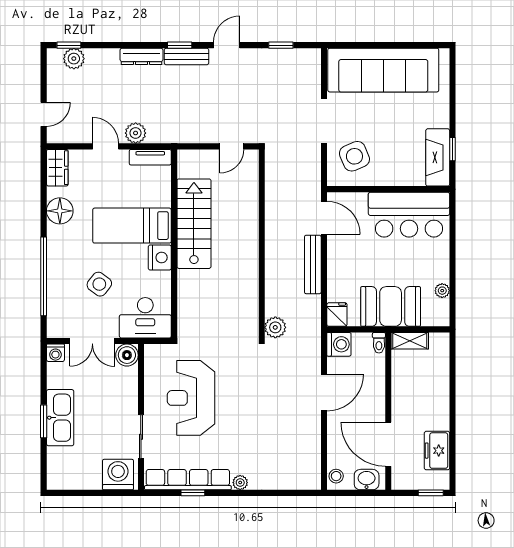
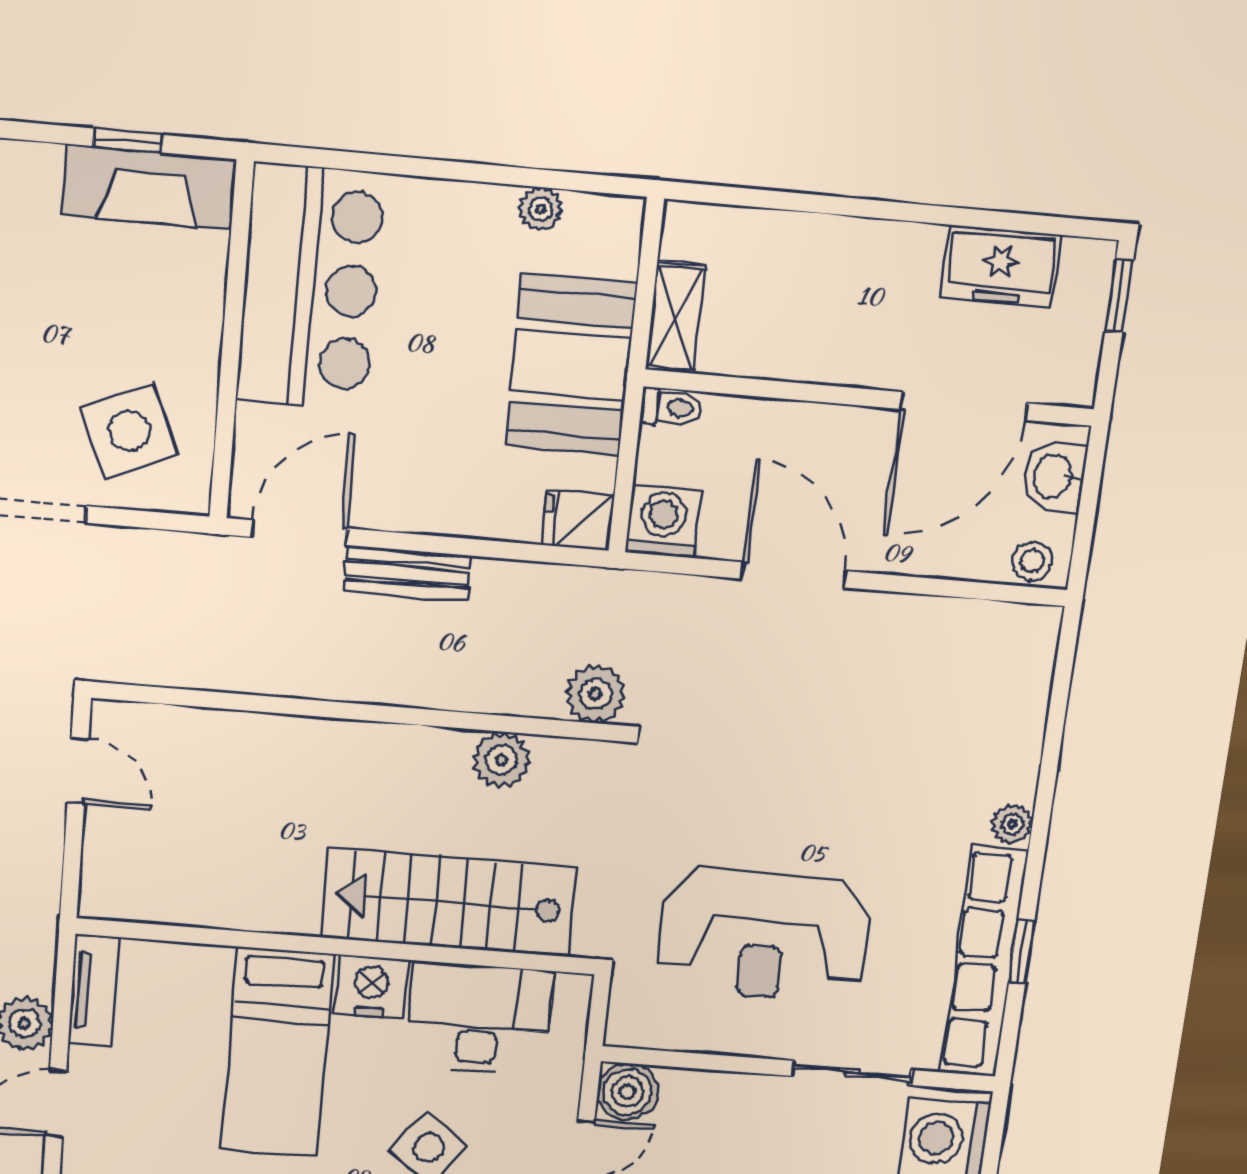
stairs: (194, 224) -> (449, 903), moved
bench: (313, 264) -> (407, 573), width x0.73
plant: (248, 296) -> (501, 760), added
desk: (145, 318) -> (479, 1019), moved, turned -90

